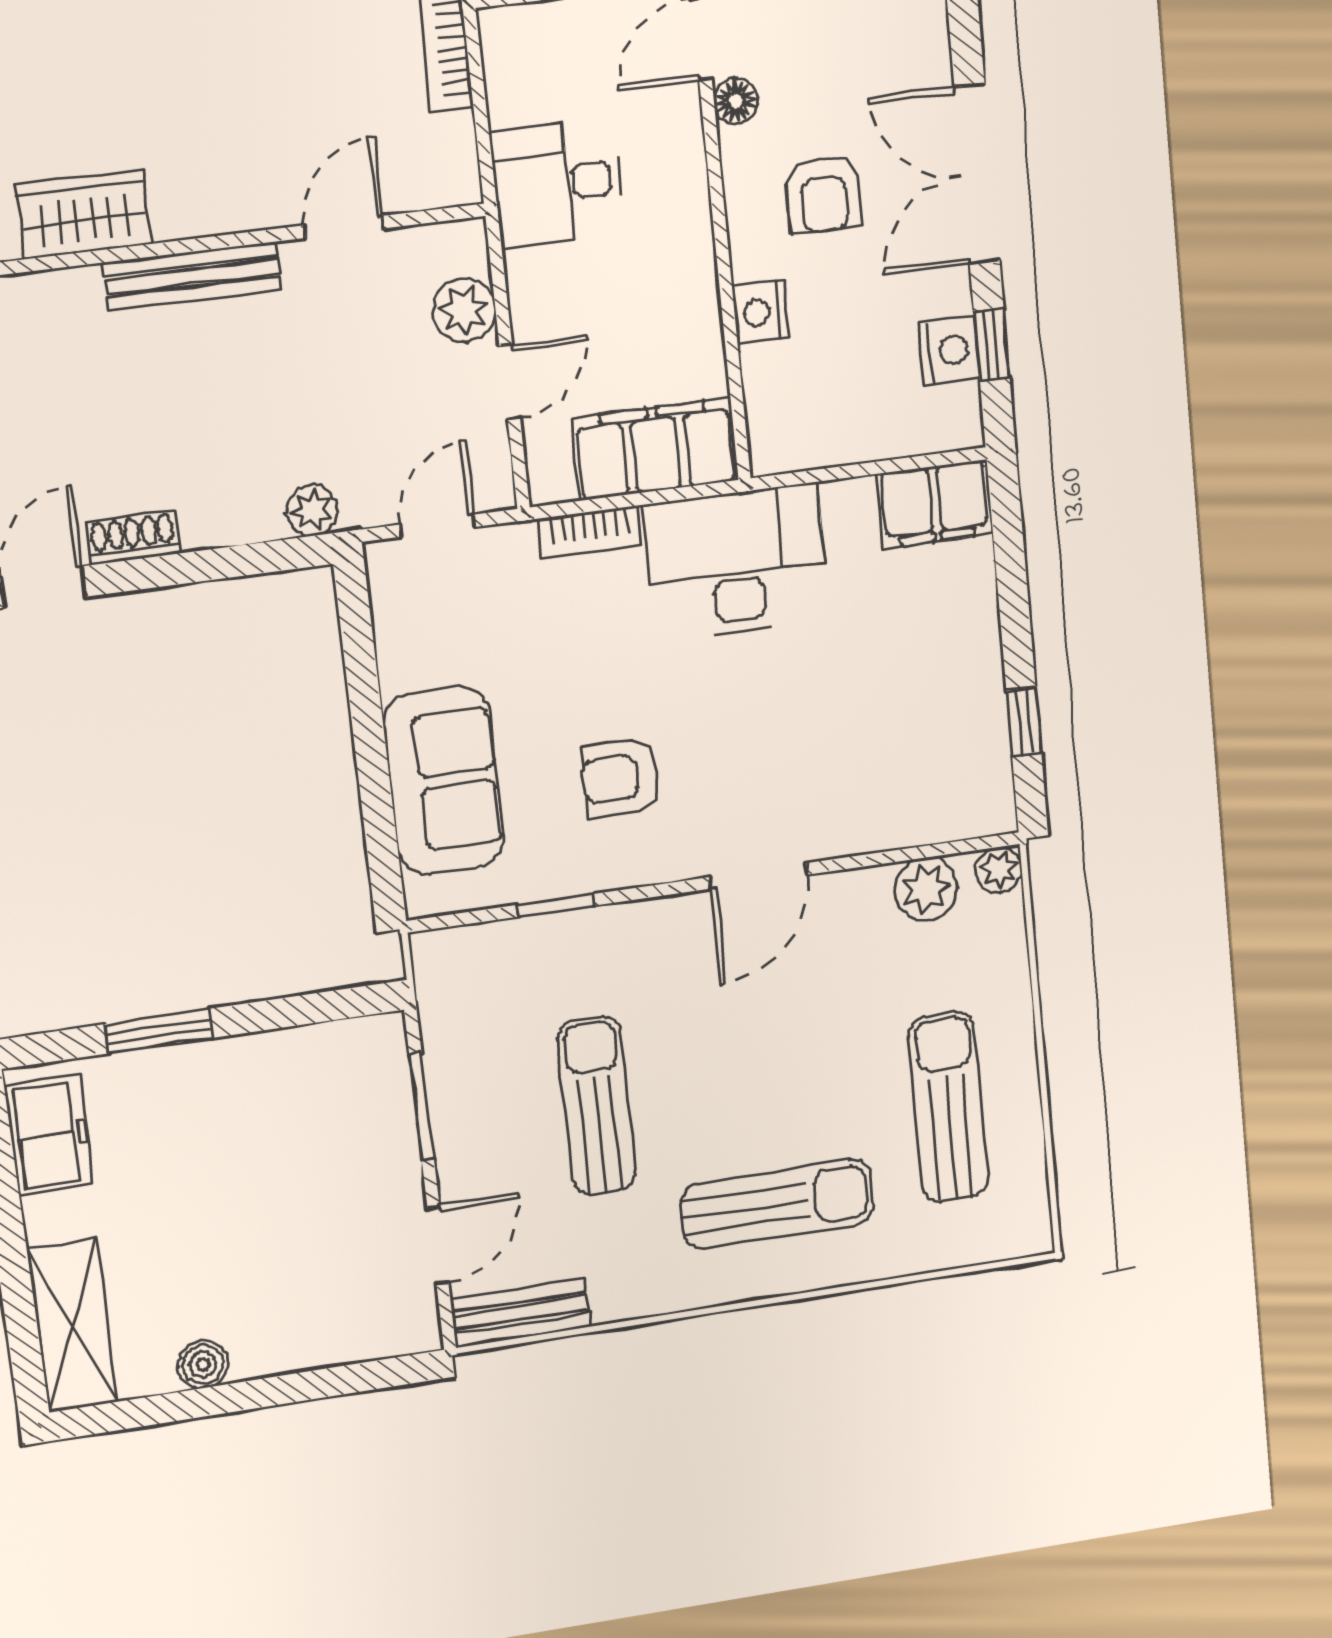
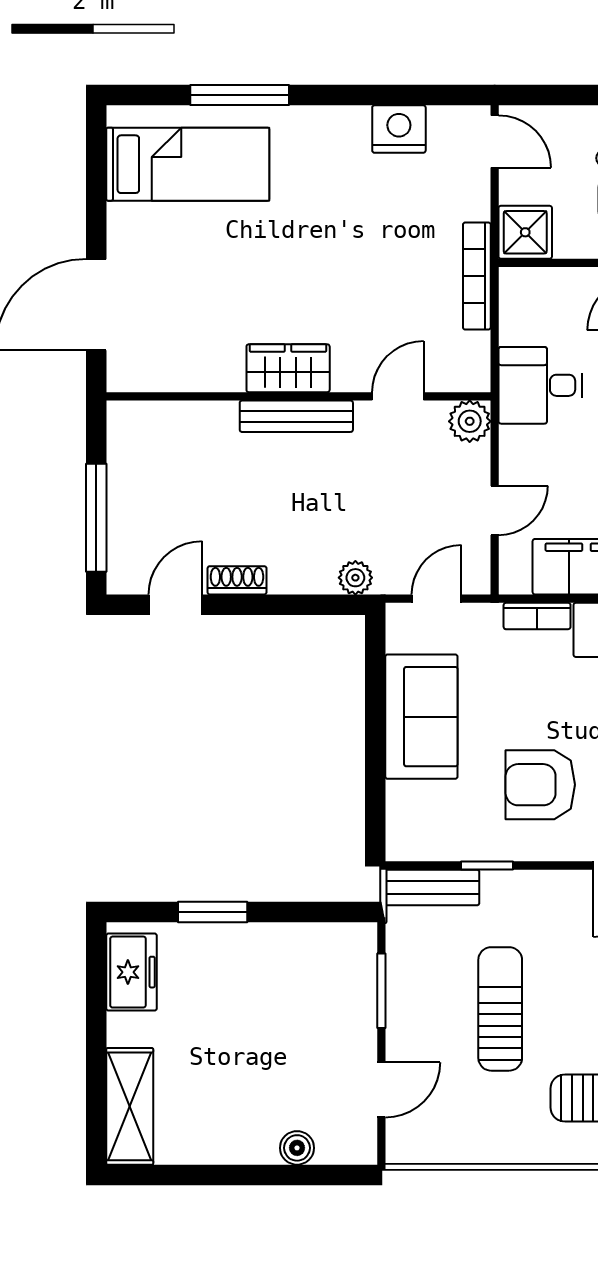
wardrobe: (84, 214) -> (288, 368), moved
plant: (464, 310) -> (470, 421), moved
armchair: (621, 778) -> (540, 785), width x1.38, depth x1.38
sofa: (444, 781) -> (421, 717), moved
bench: (520, 1313) -> (432, 887), moved
boiler: (203, 1364) -> (297, 1148), moved

